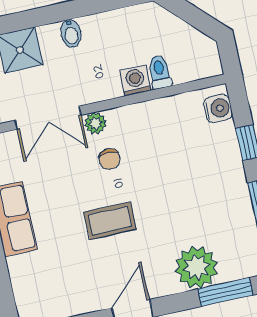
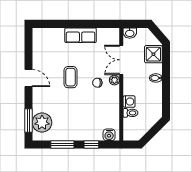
plant: (197, 267) -> (42, 123), moved

